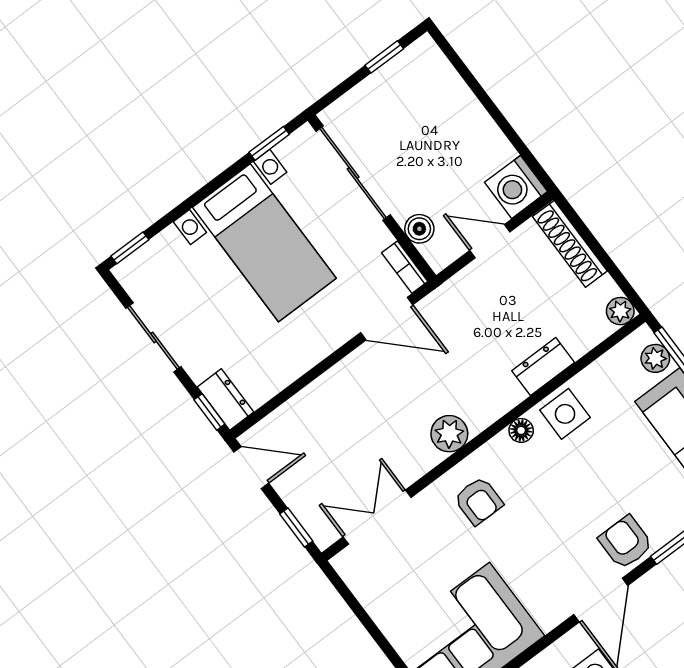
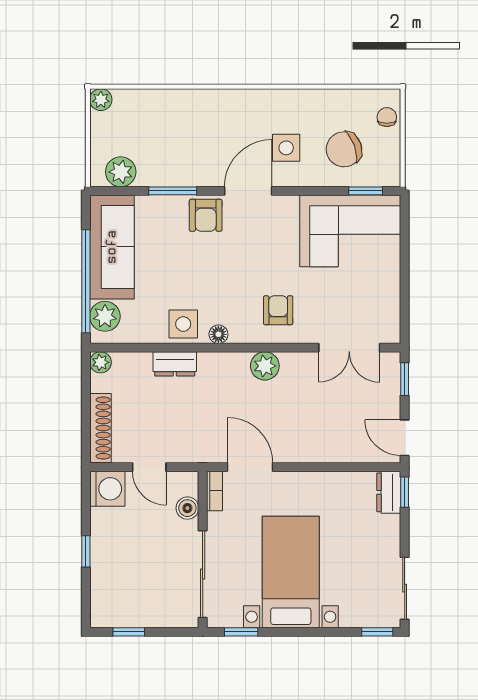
window: (490, 106) -> (86, 551), added
sliding door: (153, 337) -> (405, 588), moved
plant: (655, 358) -> (105, 316), width x1.38, depth x1.38

